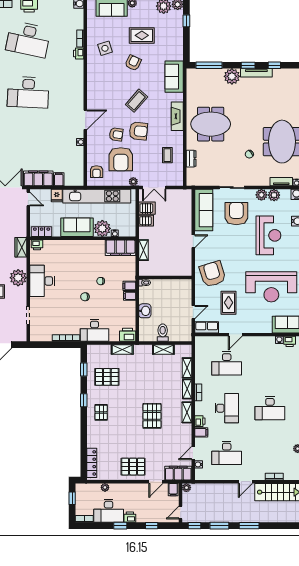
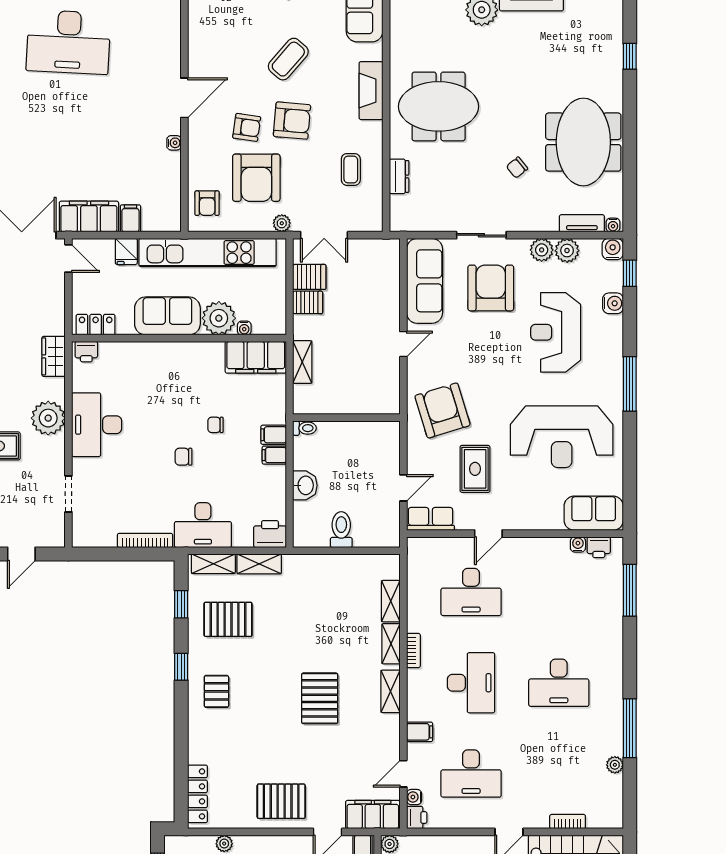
reception desk: (268, 235) -> (556, 332), turned 180
shelving: (163, 350) -> (213, 564), moved
printer: (200, 421) -> (417, 818), moved

